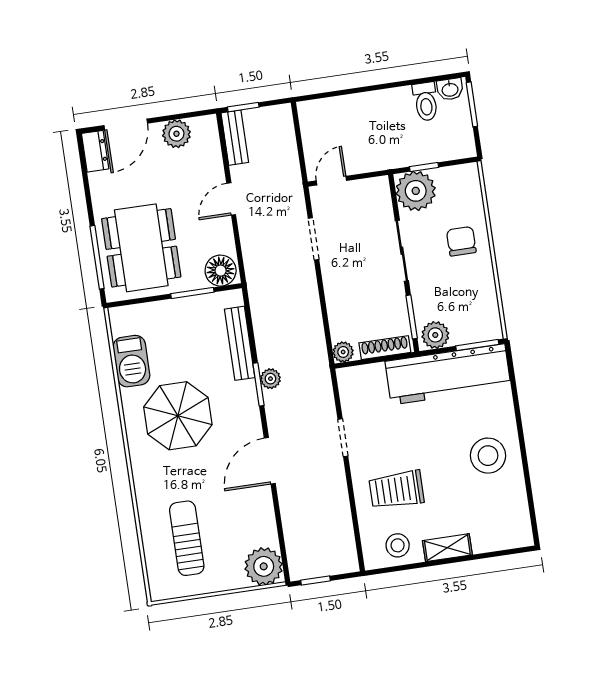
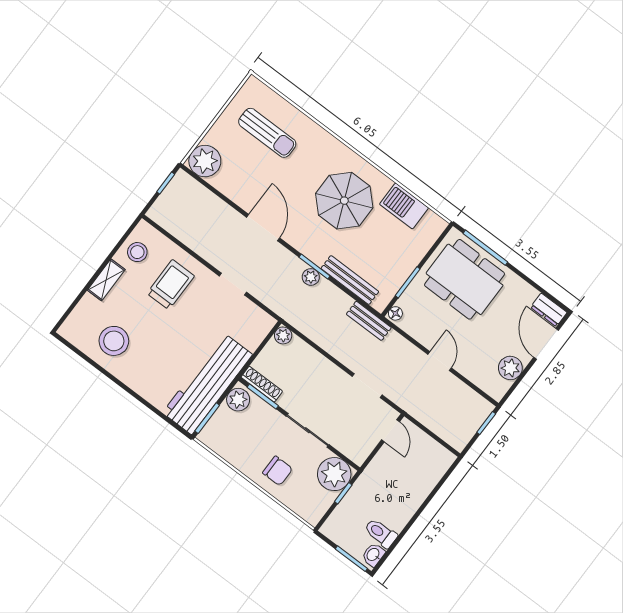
bench: (235, 138) -> (369, 321), moved
floor lamp: (221, 271) -> (395, 313), width x0.53, depth x0.53
shoe rack: (385, 348) -> (262, 384), moved, turned -90
stool: (488, 456) -> (114, 341), moved

